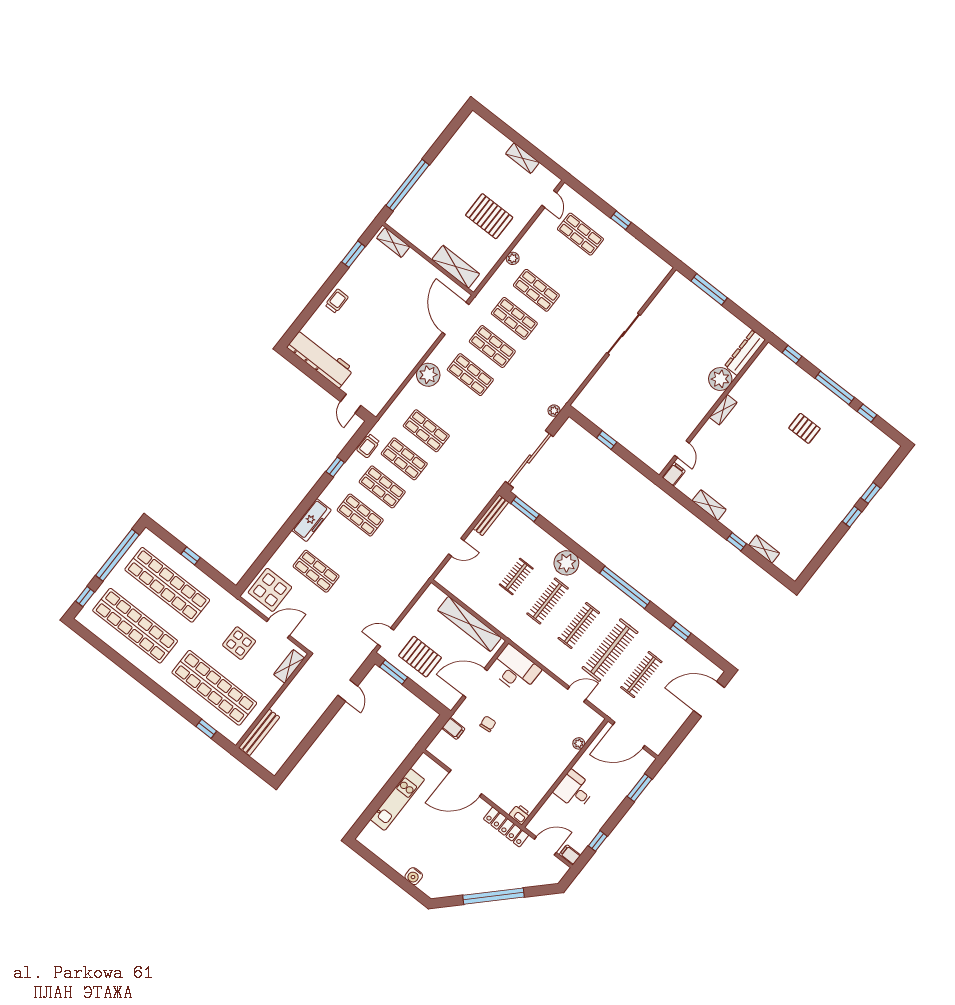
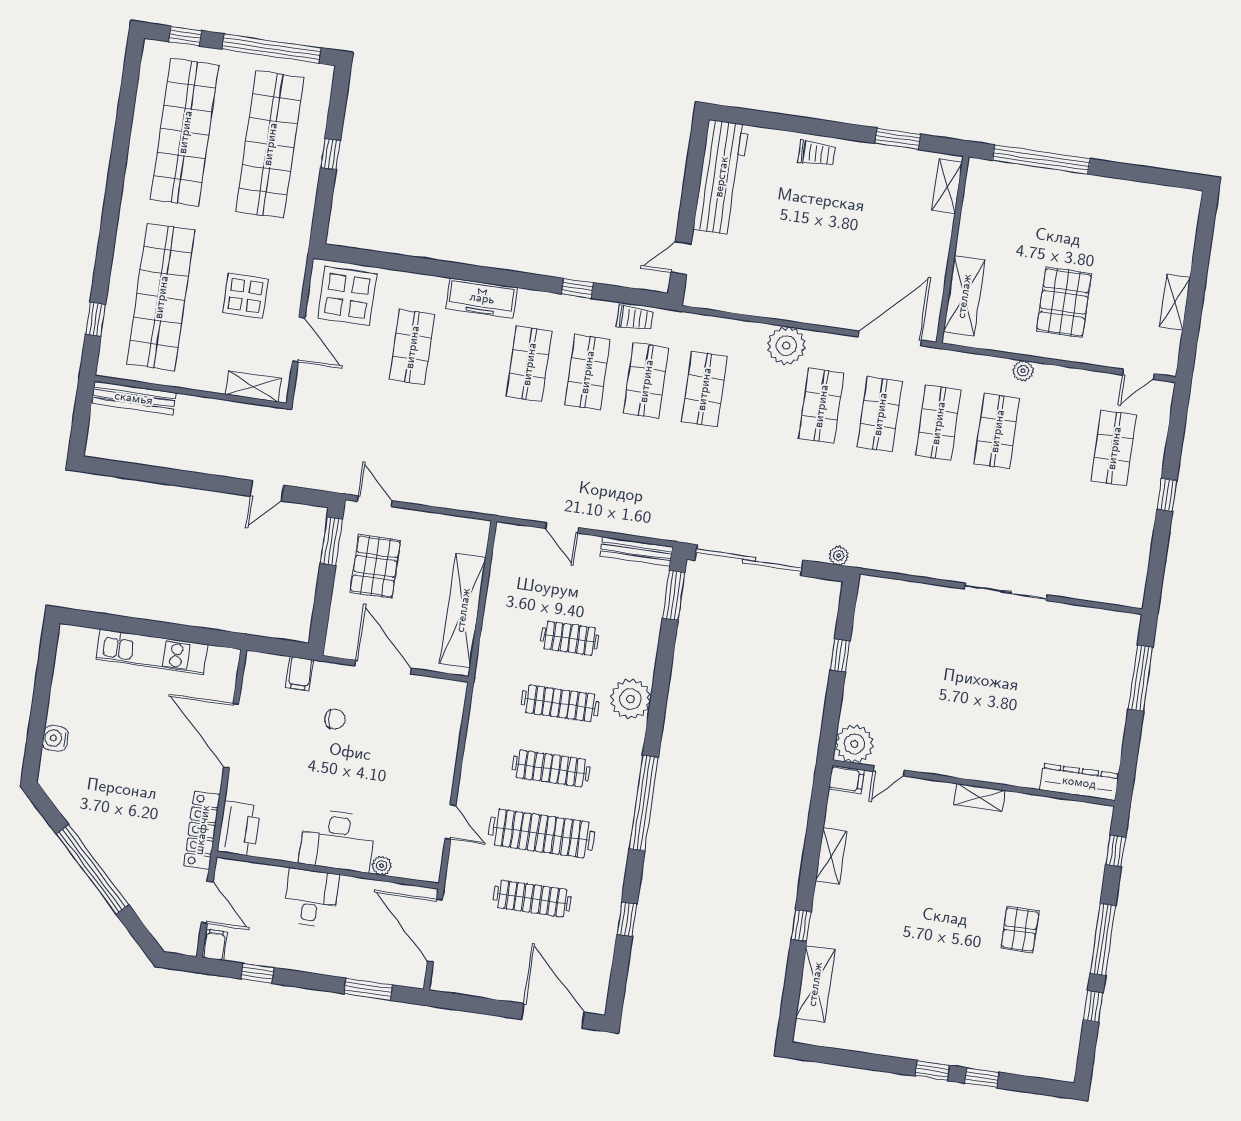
plant: (720, 379) -> (854, 744), moved
trolley: (368, 446) -> (635, 318), turned 180
shelving: (764, 549) -> (815, 984), width x1.50, depth x1.33
desk: (515, 669) -> (337, 841), moved, turned 90
printer: (520, 814) -> (239, 828), width x1.87, depth x1.48

